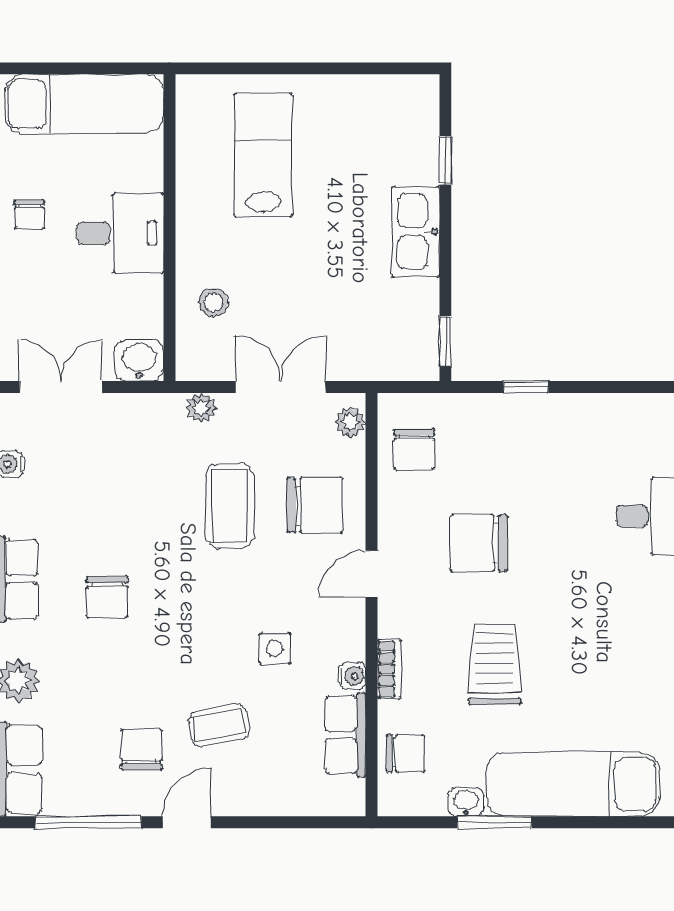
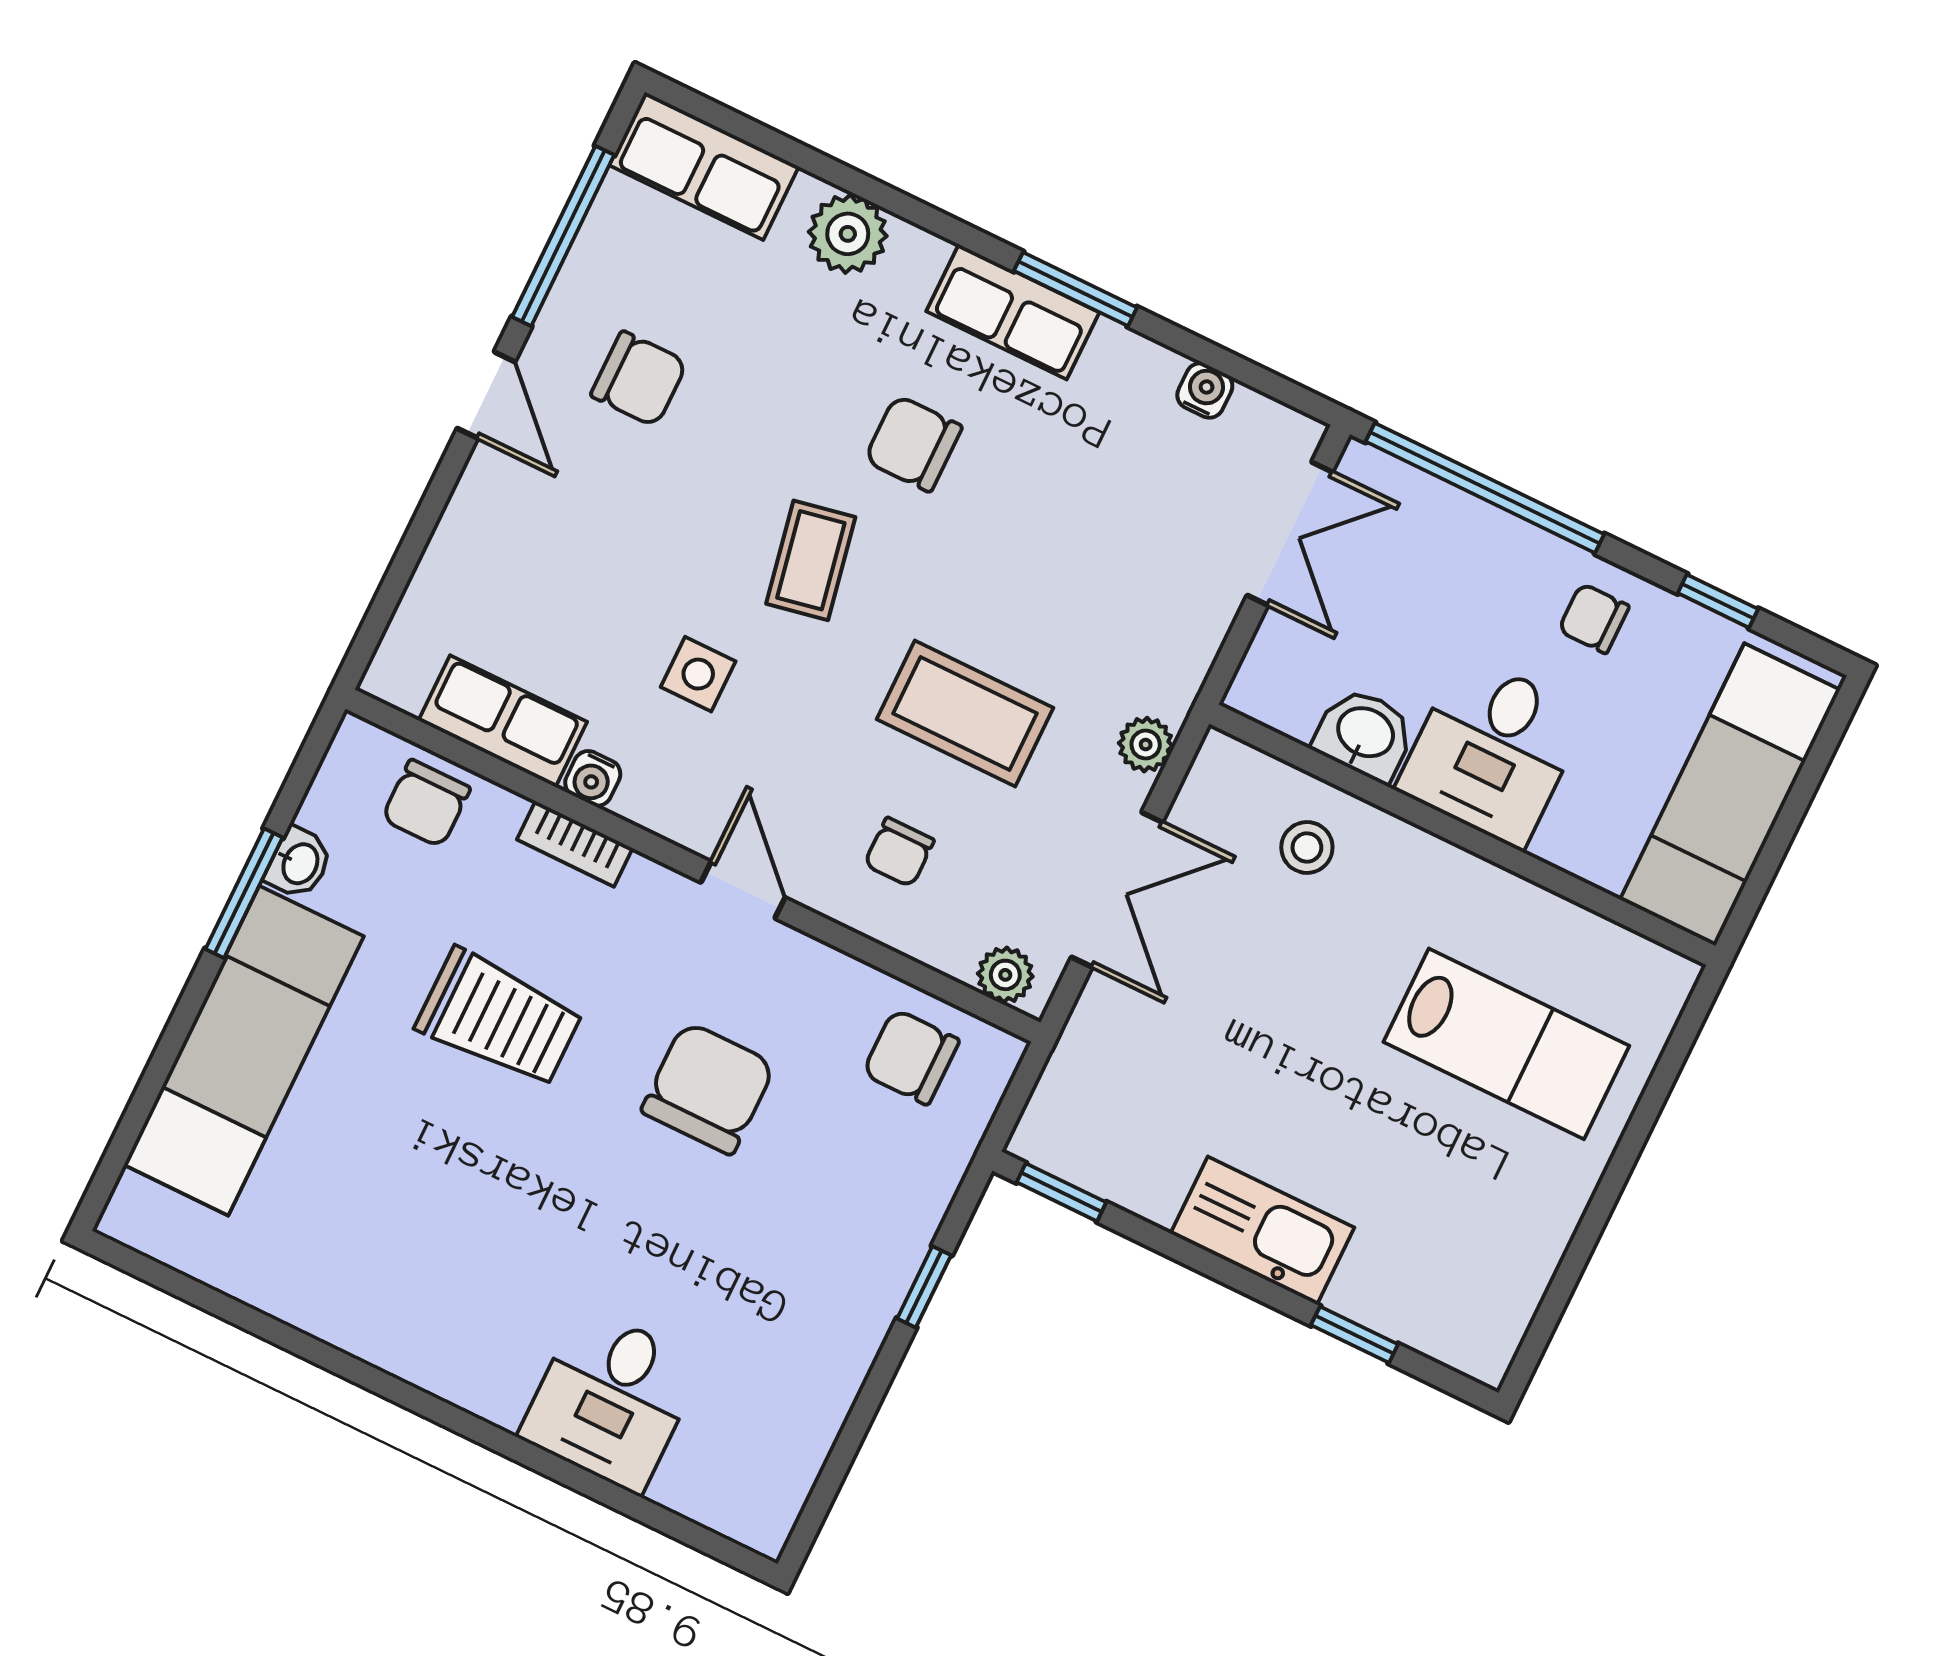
washbasin: (139, 360) -> (1365, 734), moved, turned -90
chair: (315, 505) -> (899, 852), width x0.54, depth x0.54
coffee table: (219, 725) -> (811, 560), moved

